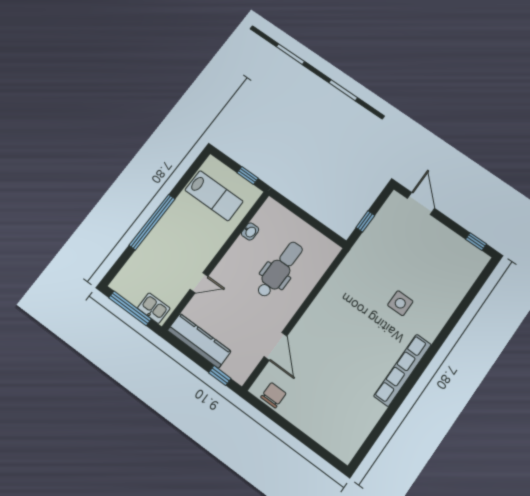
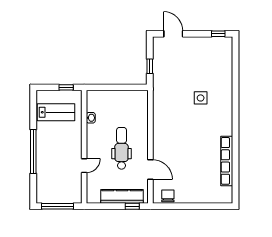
dental chair: (280, 270) -> (122, 148), moved
kitchen sink: (154, 308) -> (70, 197), removed
kitchen counter: (199, 341) -> (122, 196), moved
row of seats: (403, 370) -> (227, 161), moved

